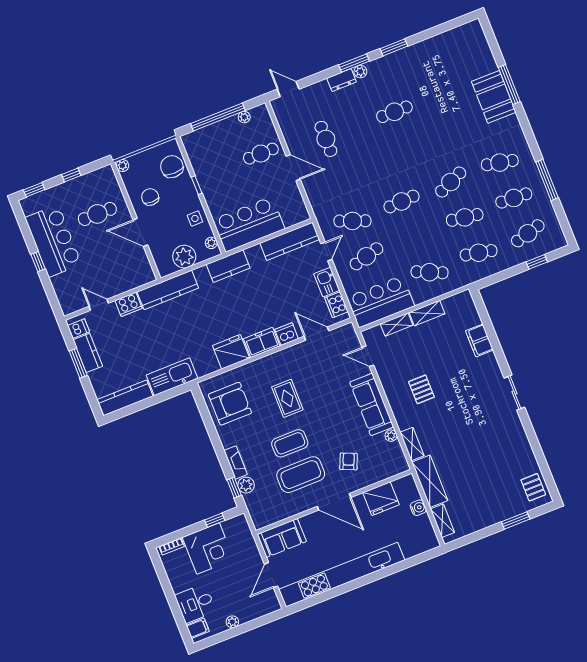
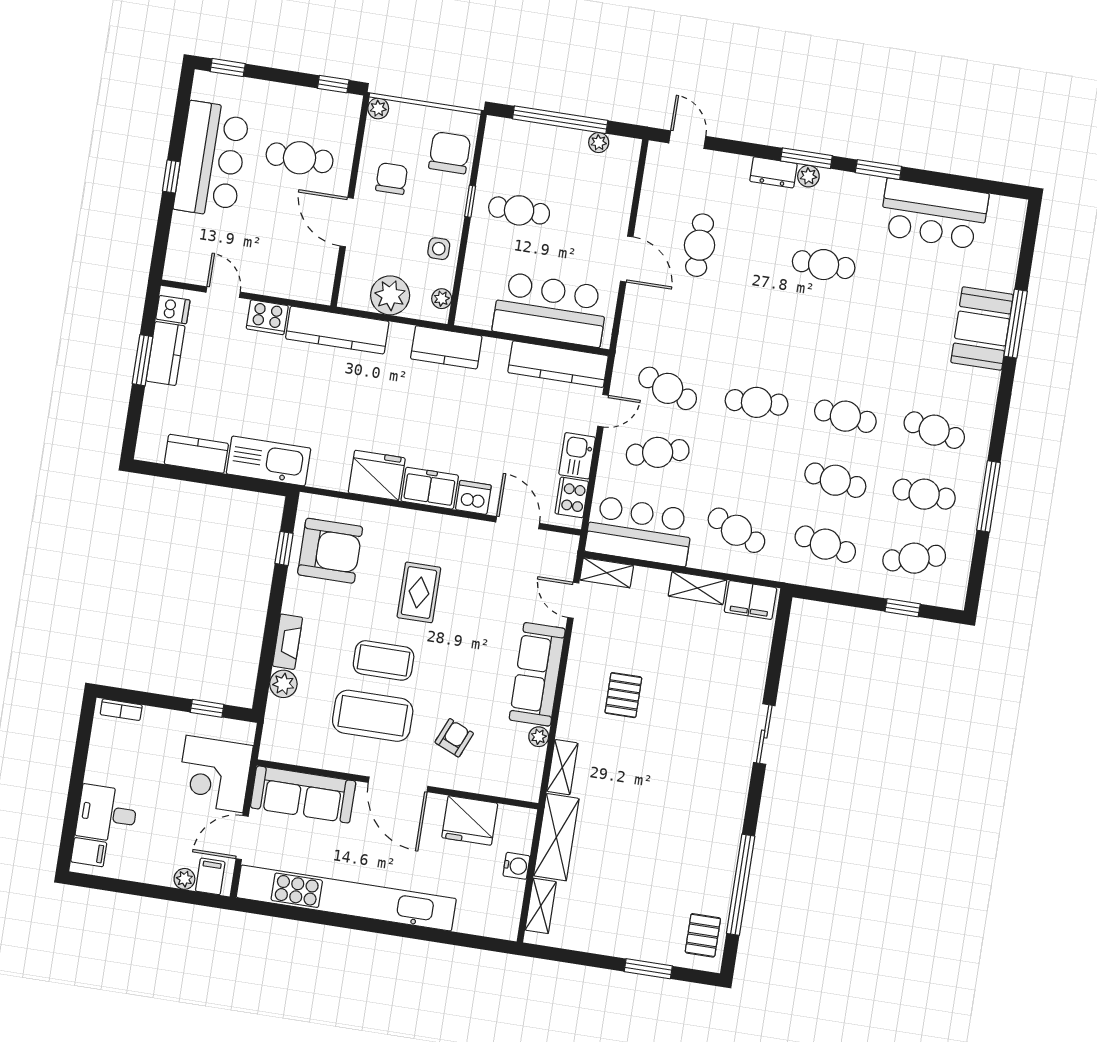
bar counter: (435, 53) -> (934, 214), added
cafe table: (261, 154) -> (519, 210), moved
window: (71, 175) -> (333, 84), moved
cafe table: (451, 182) -> (845, 416), turned 30
bar counter: (249, 224) -> (550, 309), moved
shelving: (397, 325) -> (607, 573), moved
filing cabinet: (479, 340) -> (750, 600), moved, turned -90
sliding door: (514, 393) -> (764, 734), moved
kitchen counter: (125, 398) -> (196, 454), width x0.67
window: (537, 450) -> (741, 885), added
window: (234, 488) -> (284, 548), moved
sofa: (282, 538) -> (303, 794), width x1.36
corner desk: (208, 549) -> (214, 774), moved, turned 90
filing cabinet: (266, 604) -> (210, 876), added
plant: (232, 622) -> (184, 879), moved

